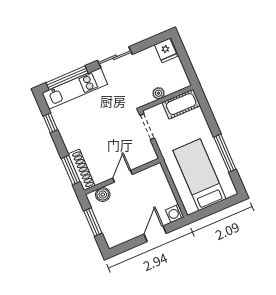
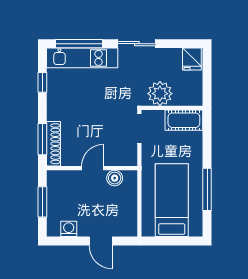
plant: (159, 93) -> (160, 94), width x1.88, depth x1.88
boiler: (103, 194) -> (115, 178), moved
washing machine: (175, 213) -> (69, 229), moved, turned 90
door: (155, 234) -> (101, 241), swing flipped

